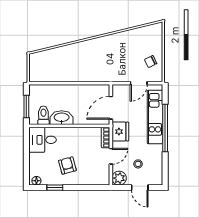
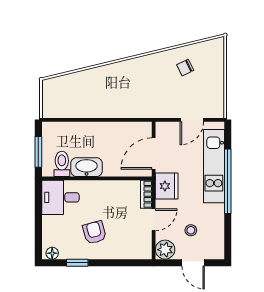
chair: (151, 62) -> (185, 68), moved

